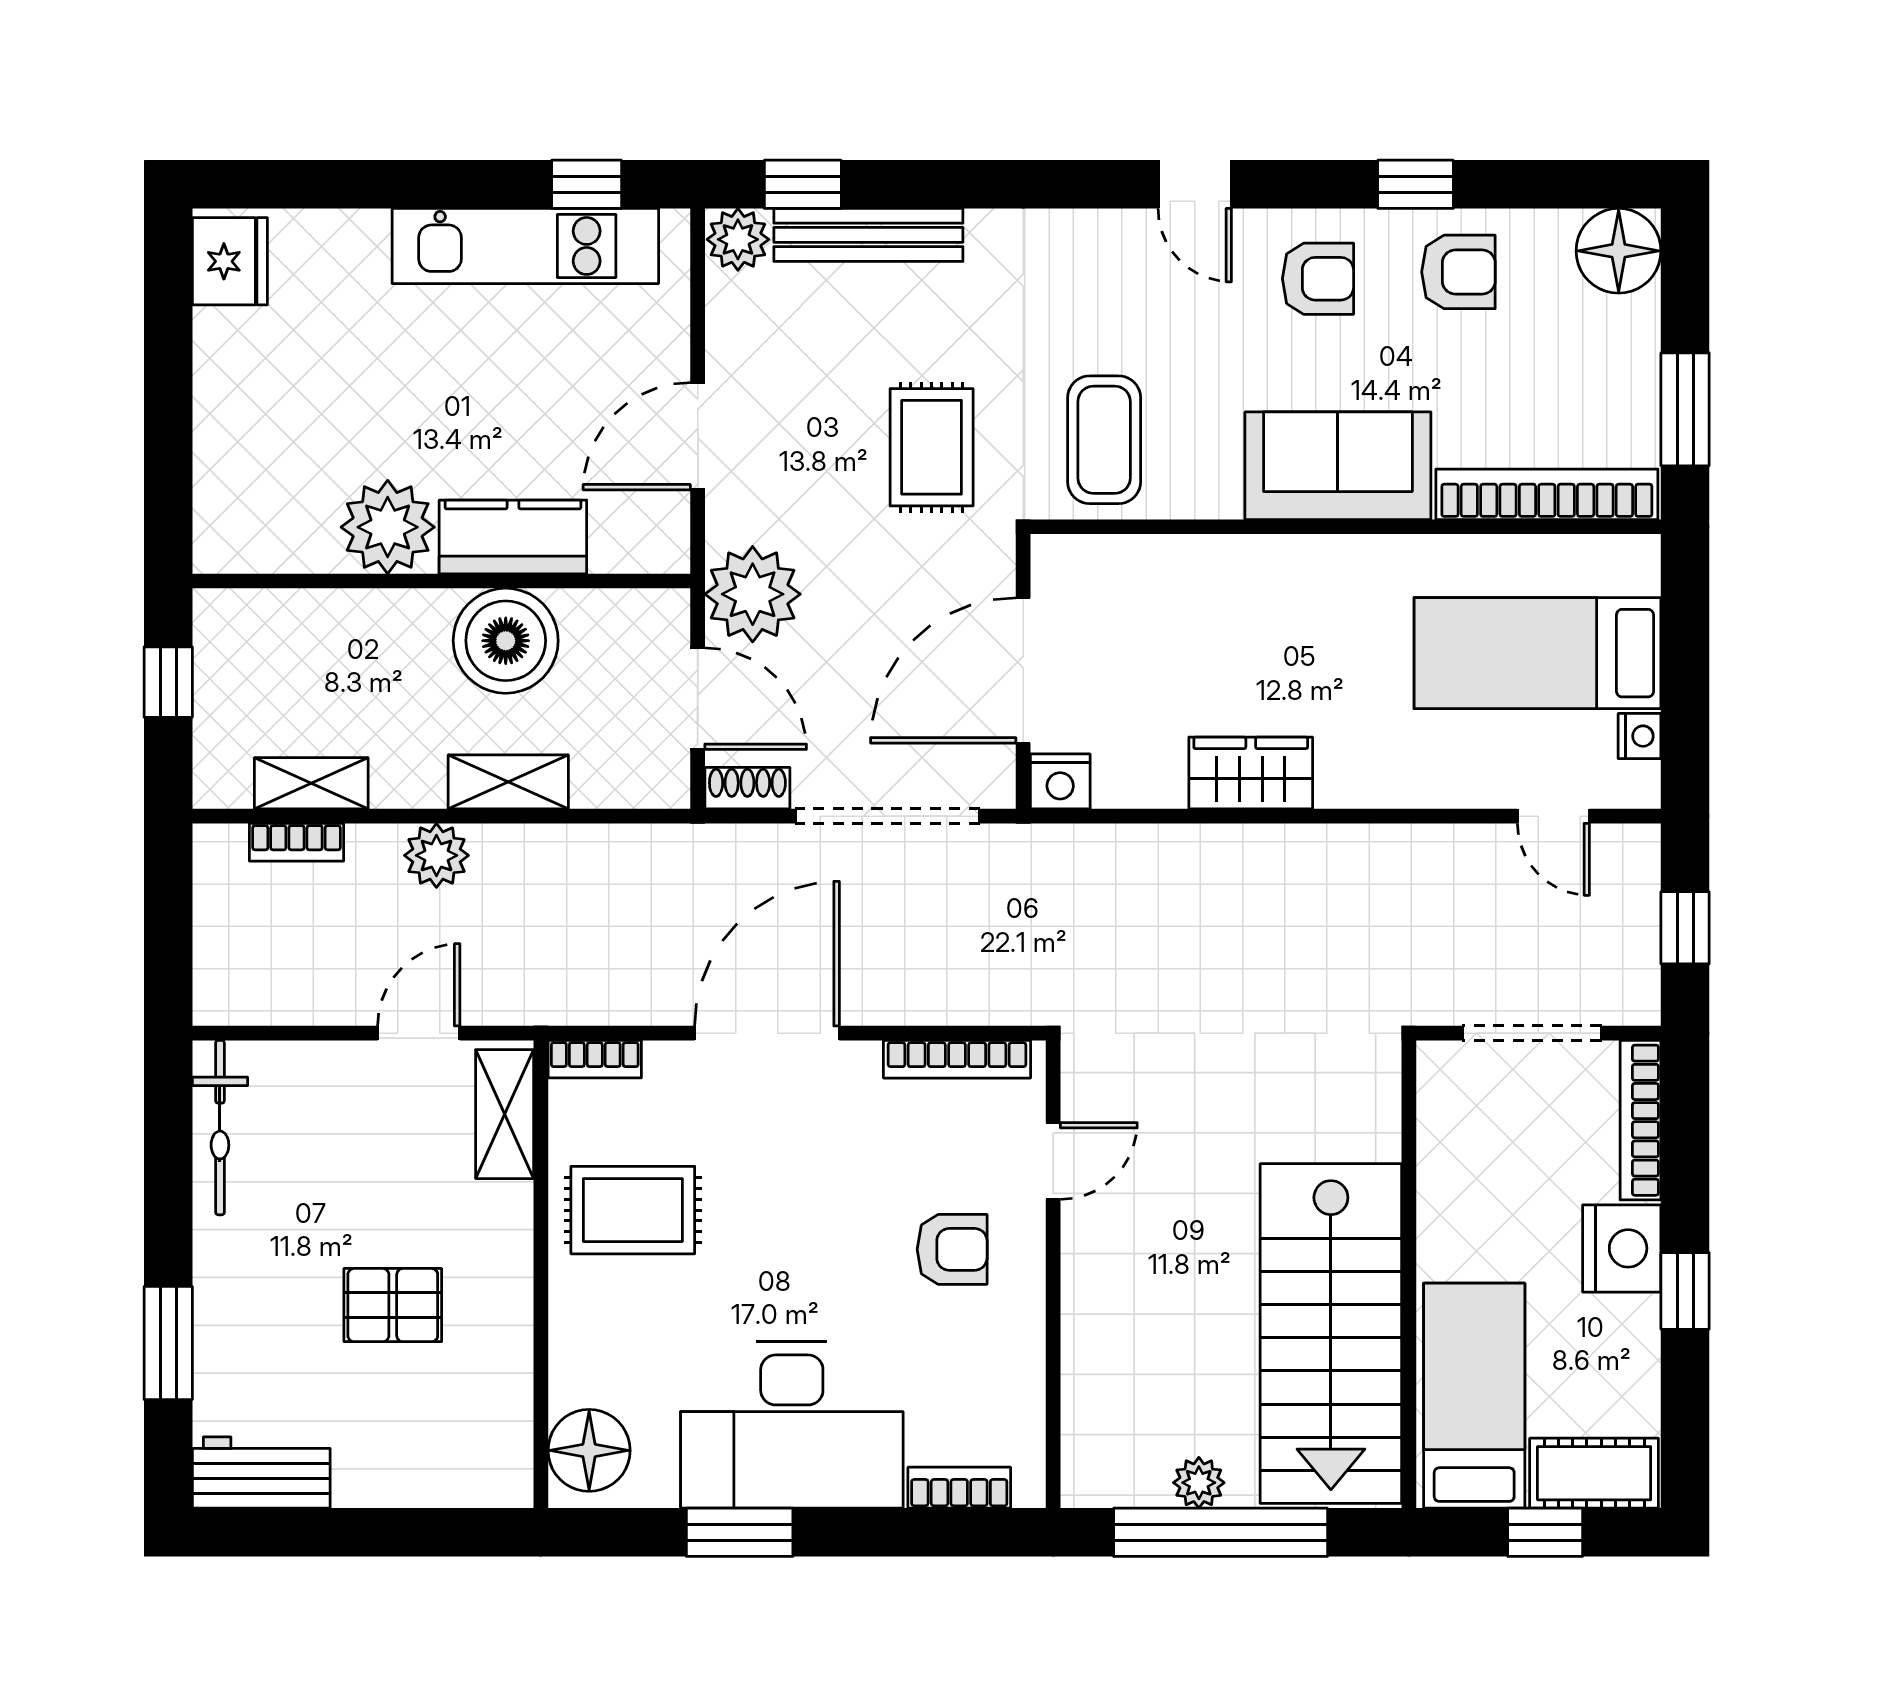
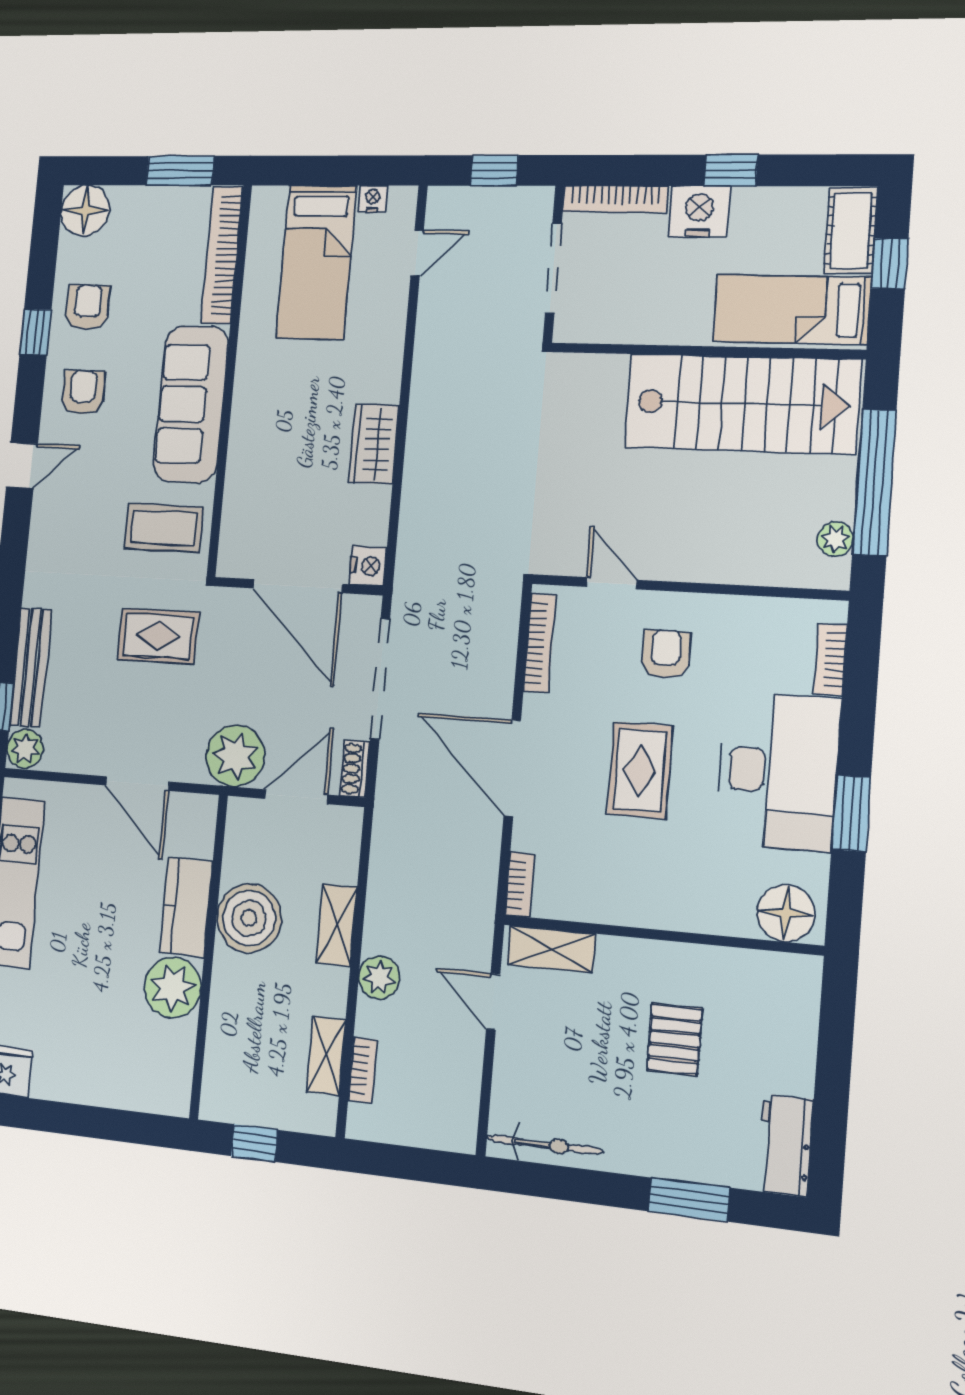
sofa: (1338, 466) -> (191, 404), width x1.36
rug: (633, 1210) -> (640, 770), moved
plant: (1199, 1483) -> (835, 539), moved

